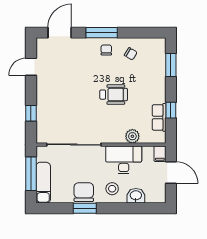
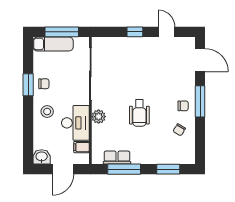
window: (171, 110) -> (124, 169), width x2.17
window: (31, 113) -> (135, 32), moved
plant: (132, 136) -> (99, 117), moved
filing cabinet: (160, 154) -> (81, 147), moved
chair: (84, 192) -> (44, 84), width x0.54, depth x0.54
washbasin: (136, 196) -> (42, 157), moved, turned -90

